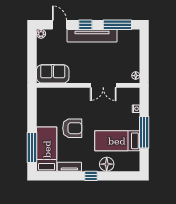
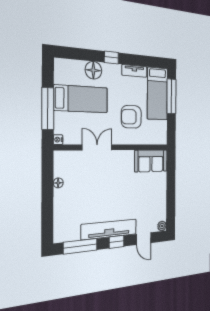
sofa: (53, 74) -> (151, 161), moved
wall: (88, 85) -> (114, 147), moved
double door: (103, 85) -> (97, 147), moved

